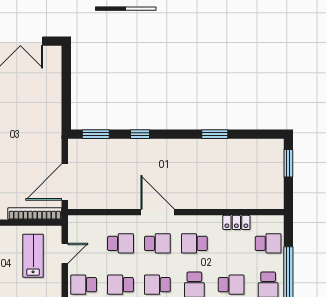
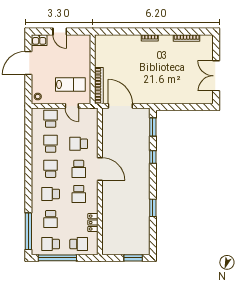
door: (158, 212) -> (100, 169), hinge flipped
school desk: (120, 243) -> (79, 144), turned 90
school desk: (194, 243) -> (79, 194), turned 180
school desk: (268, 243) -> (79, 244), turned -90

